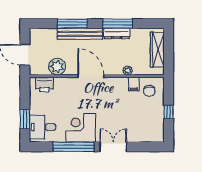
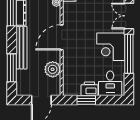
window: (72, 24) -> (12, 68), moved
printer: (44, 84) -> (89, 89), moved, turned -90
window: (25, 119) -> (86, 100), moved

